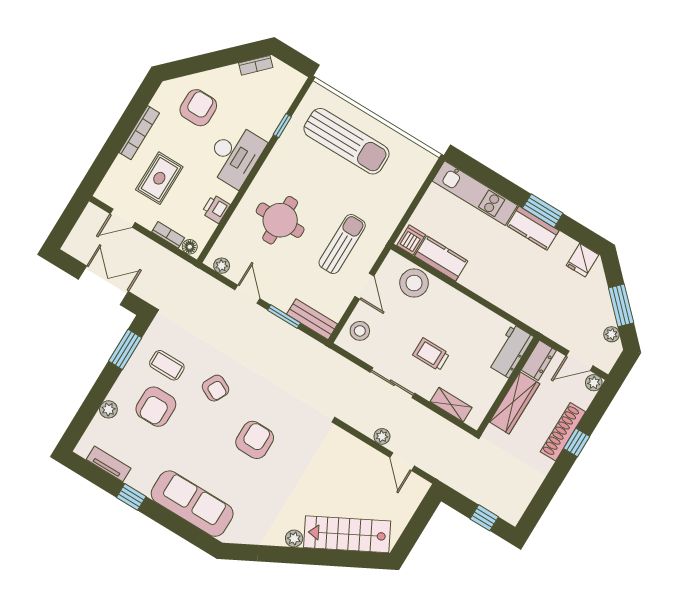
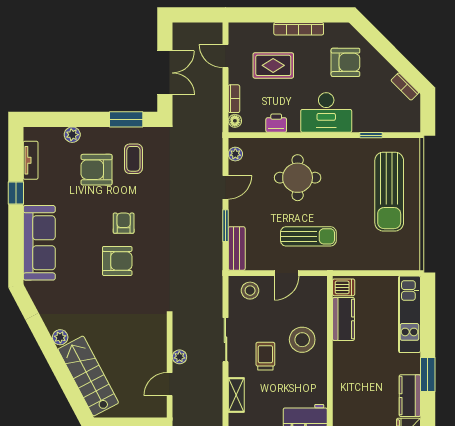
kitchen counter: (533, 228) -> (410, 396), moved
stool: (414, 283) -> (302, 340), moved
armchair: (216, 388) -> (124, 223), moved, turned 153

